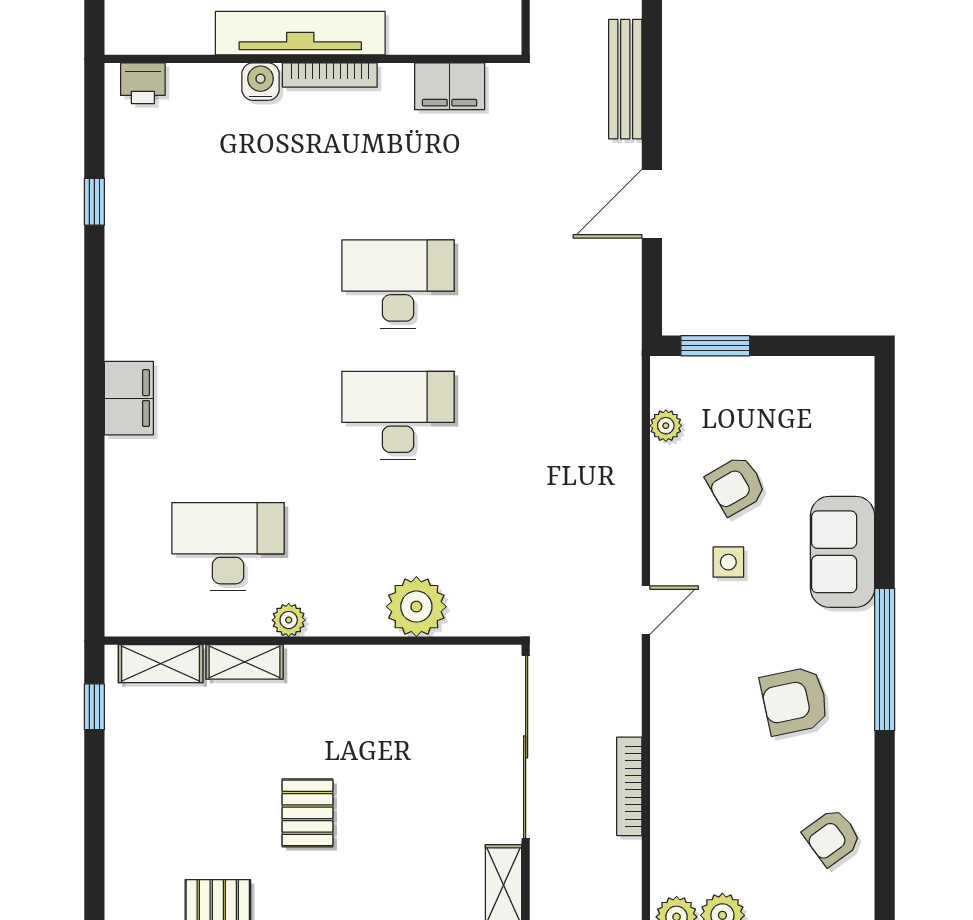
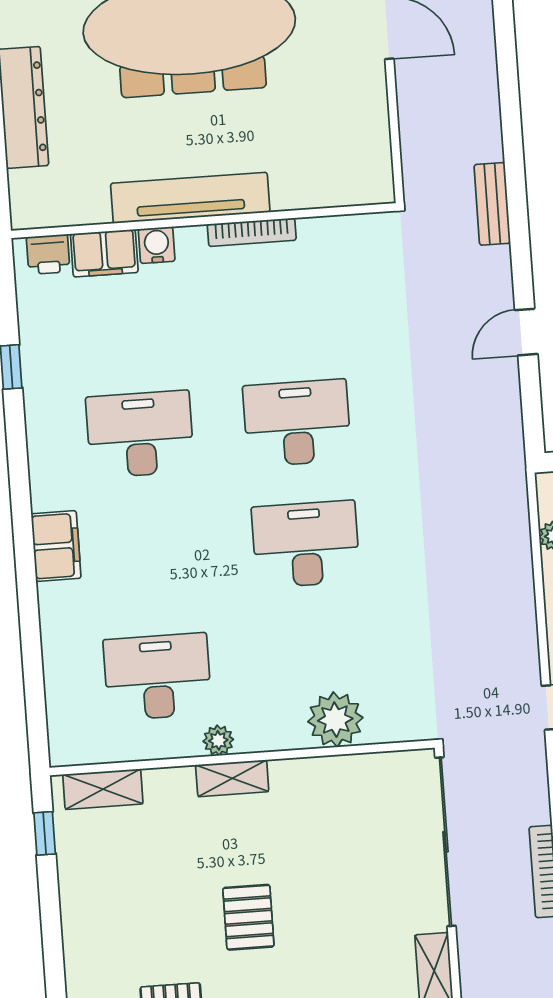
bookcase: (330, 75) -> (252, 232), moved
bench: (625, 79) -> (492, 204), width x0.73
filing cabinet: (450, 86) -> (104, 253), moved
door: (652, 204) -> (526, 332), width x0.73
desk: (228, 284) -> (140, 434), added
shelving: (245, 662) -> (232, 778), moved

